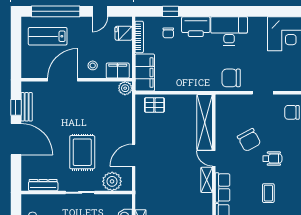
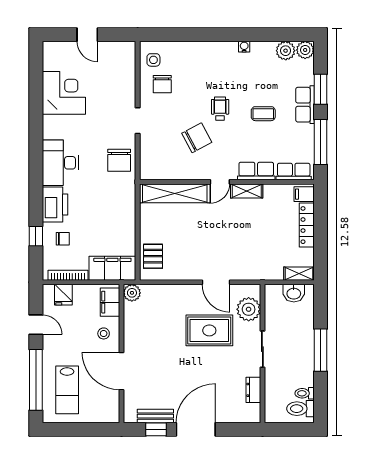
rug: (82, 152) -> (209, 330), moved
dresser: (43, 185) -> (253, 390), width x0.70

